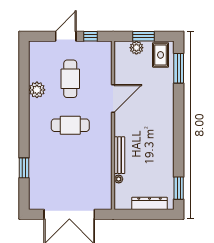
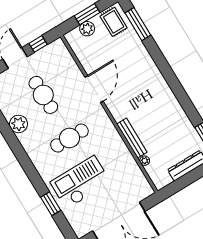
checkout: (58, 165) -> (80, 182), added

